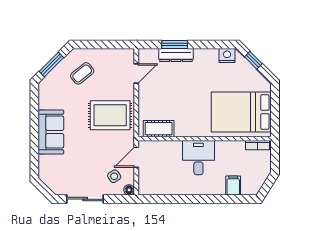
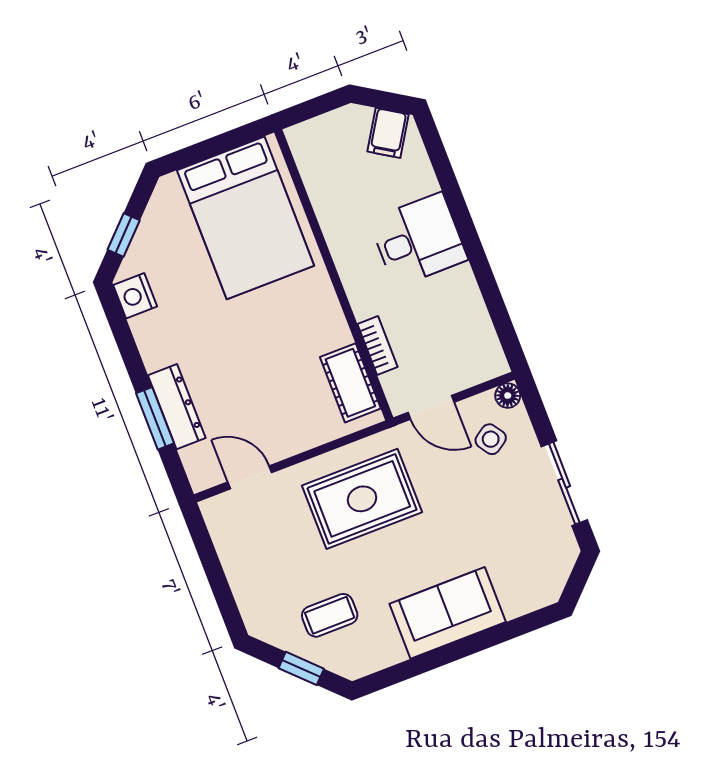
window: (51, 64) -> (301, 668), width x0.67
coffee table: (82, 73) -> (330, 615), moved, turned -51
rug: (110, 115) -> (362, 499), turned 90
bookcase: (257, 145) -> (377, 345), moved
desk: (198, 158) -> (418, 240), moved, turned 180
filing cabinet: (233, 186) -> (388, 133), moved, turned -58

